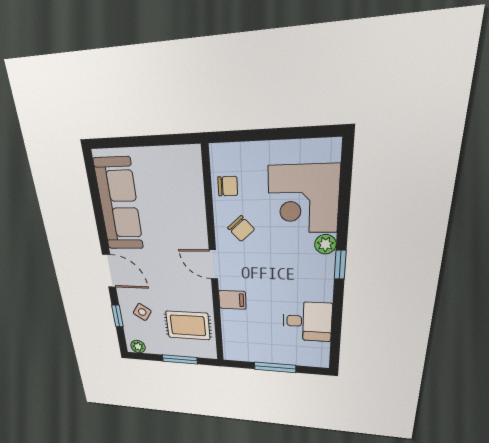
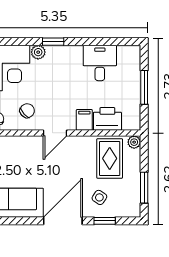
door: (109, 271) -> (63, 221), width x1.36
printer: (235, 326) -> (107, 119), added
plant: (138, 347) -> (134, 142), moved
window: (180, 359) -> (144, 188), moved

